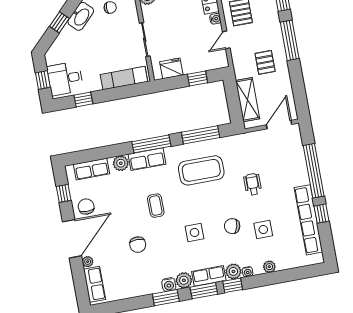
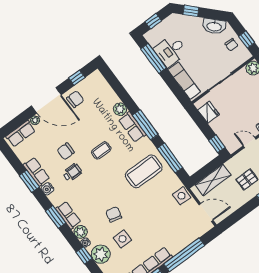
window: (59, 22) -> (191, 11), moved
desk: (65, 79) -> (171, 51), moved, turned -90
window: (198, 79) -> (217, 144), moved
window: (83, 99) -> (154, 58), width x2.17
row of seats: (92, 169) -> (36, 172), moved, turned 180
coffee table: (201, 170) -> (144, 171), turned 90
wheelchair: (253, 184) -> (72, 172), moved
side table: (195, 232) -> (182, 196), moved
plant: (269, 267) -> (101, 254), width x1.87, depth x1.87
plant: (184, 280) -> (56, 198), removed
window: (233, 285) -> (84, 255), moved
window: (166, 298) -> (29, 181), moved

